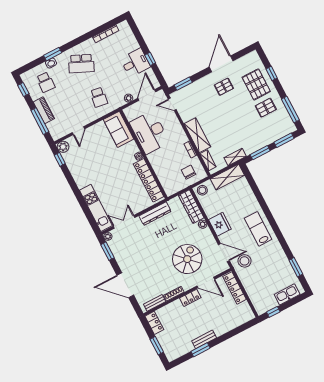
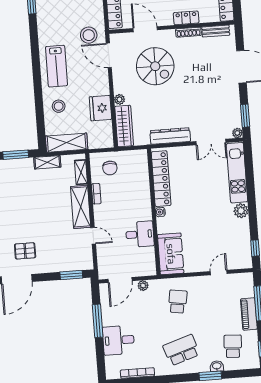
window: (150, 59) -> (98, 321), width x2.17
desk: (135, 63) -> (118, 340), moved
school desk: (81, 64) -> (181, 350), turned -42
door: (172, 104) -> (93, 236), moved
desk: (149, 132) -> (140, 234), width x0.53, depth x0.77
plant: (63, 147) -> (241, 211), moved
stool: (202, 190) -> (59, 106), moved
fridge: (220, 224) -> (100, 108), moved
spiral stairs: (187, 259) -> (155, 66), turned -90
locker: (190, 298) -> (186, 18), moved

